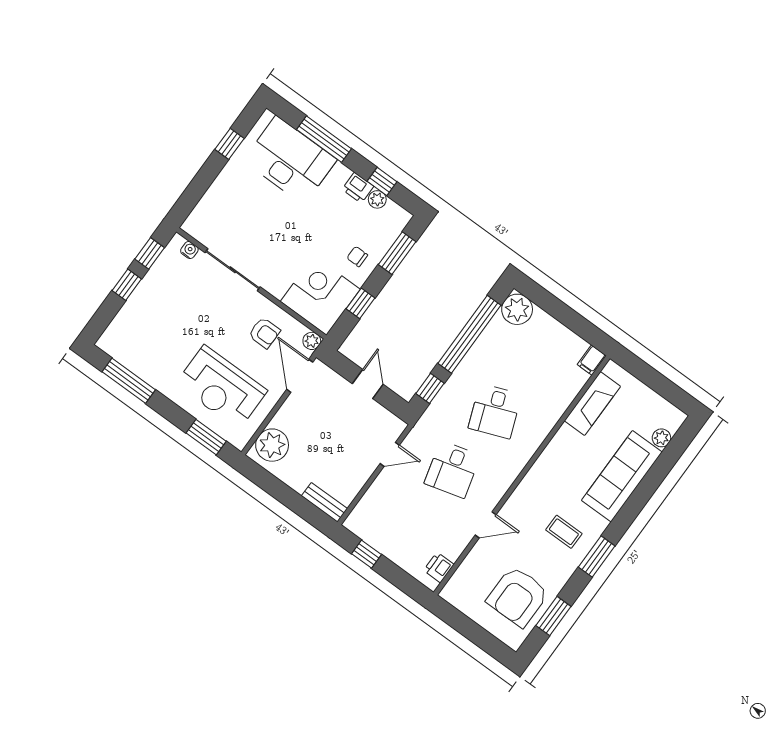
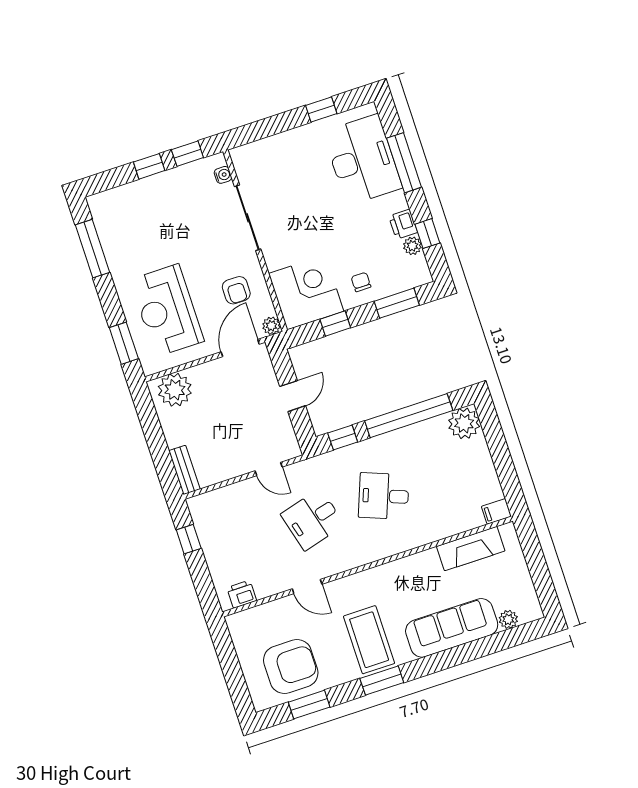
desk: (495, 411) -> (384, 496), turned 42
coffee table: (564, 532) -> (369, 640), width x1.86, depth x1.72
armchair: (518, 597) -> (291, 667), turned 180

